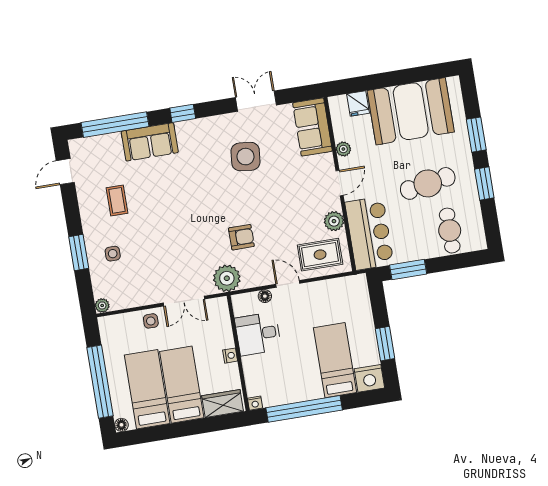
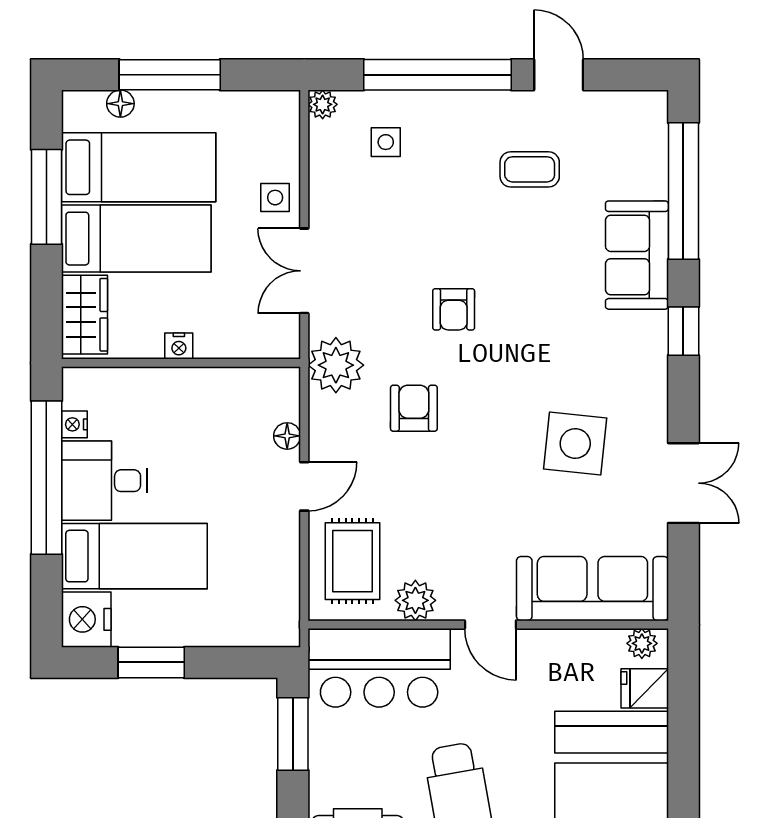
sofa: (312, 127) -> (592, 589), width x1.36
plant: (343, 149) -> (642, 643), moved
door: (65, 172) -> (559, 75), moved
armchair: (190, 226) -> (454, 309), added
armchair: (241, 237) -> (414, 408), turned 180
window: (79, 252) -> (438, 75), width x2.11
side table: (113, 254) -> (386, 142), moved
desk: (258, 334) -> (104, 481), moved, turned -90
window: (100, 382) -> (170, 75), width x0.68
nightstand: (255, 403) -> (74, 424), moved
floor lamp: (121, 425) -> (120, 104), moved
window: (169, 431) -> (46, 197), added

